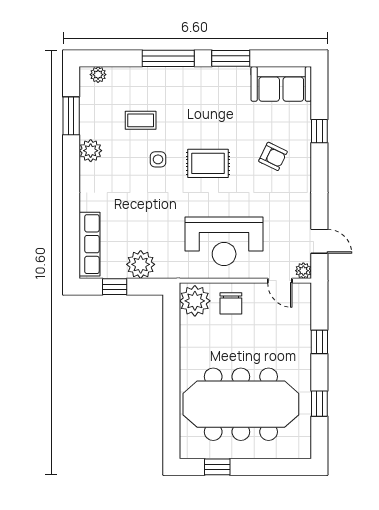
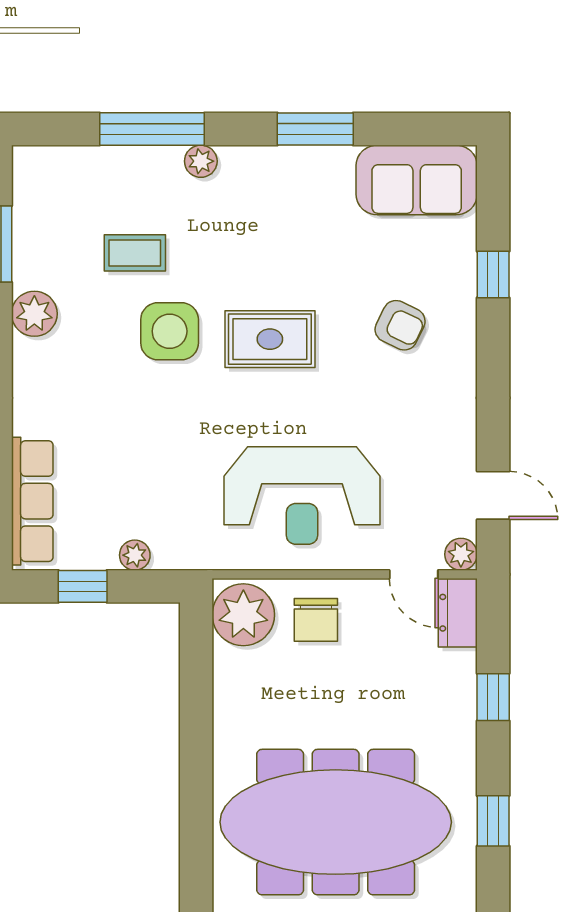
window: (168, 58) -> (152, 129), moved
plant: (98, 75) -> (201, 161), moved
side table: (158, 159) -> (170, 331), width x1.87, depth x1.87
plant: (141, 264) -> (135, 555), width x0.53, depth x0.53
dresser: (302, 300) -> (458, 613), added

